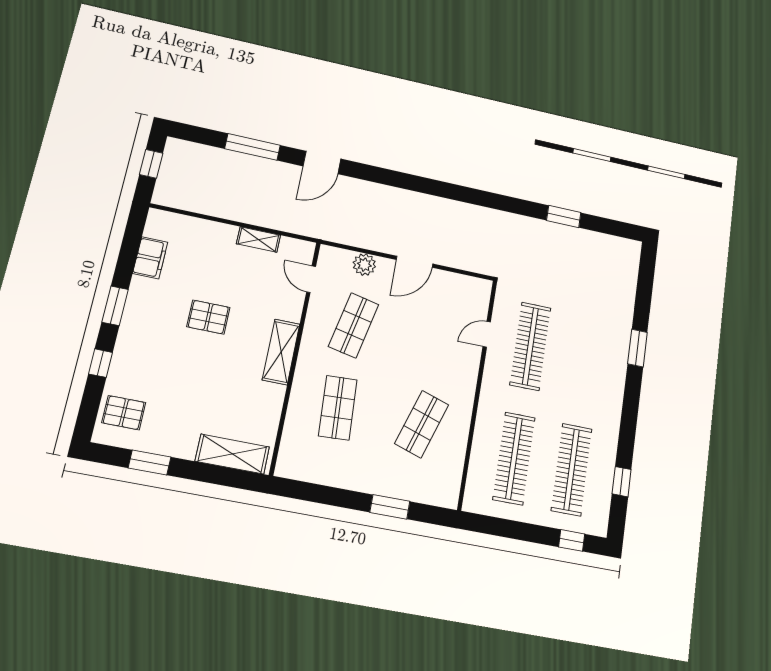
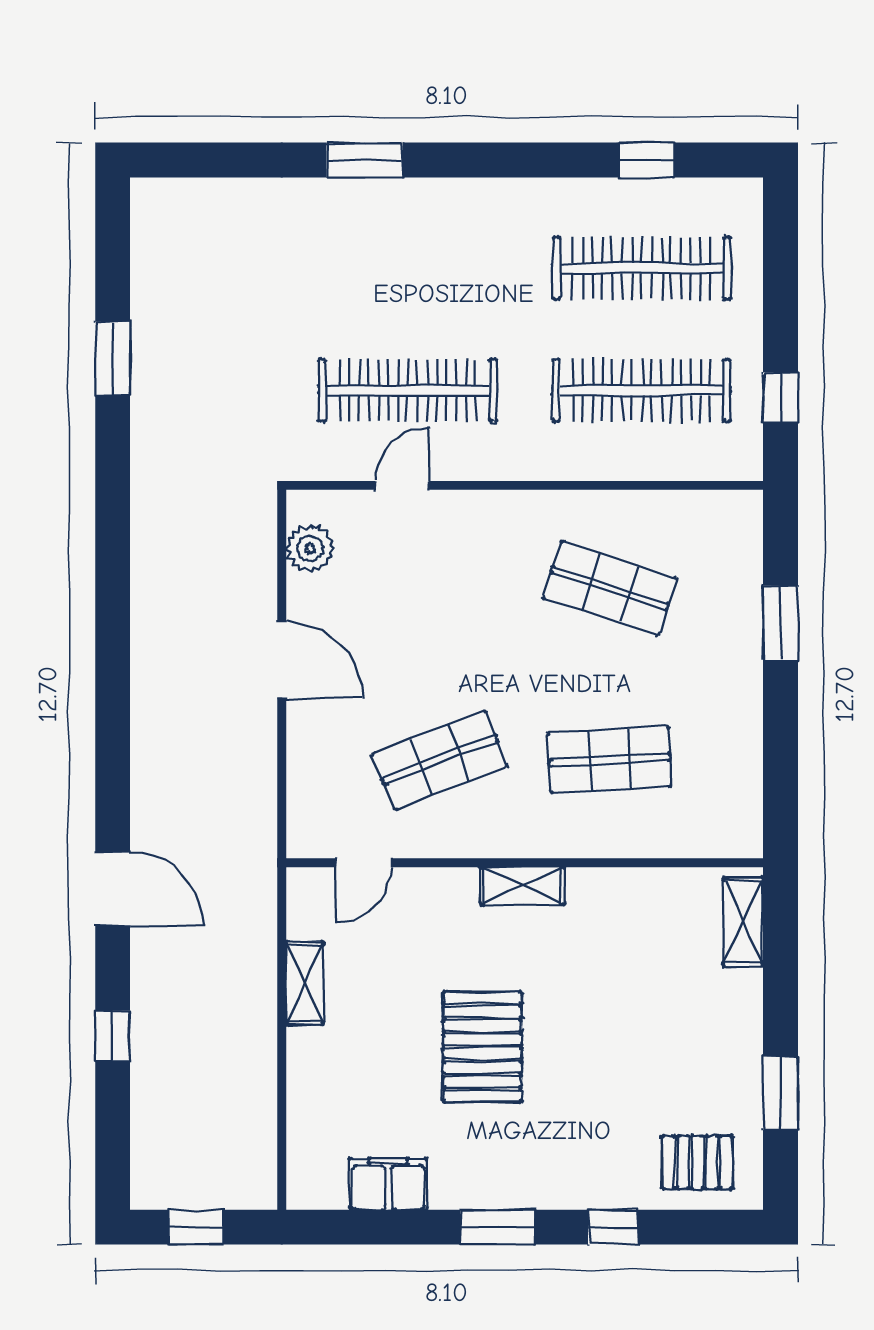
window: (253, 147) -> (113, 1036), width x0.46
plant: (364, 265) -> (310, 549), moved
pallet: (208, 317) -> (482, 1047), width x1.50, depth x1.42
shop shelf: (354, 325) -> (440, 760), turned -33
door: (487, 334) -> (402, 485), swing flipped
shelving: (281, 352) -> (522, 886), width x0.67, depth x0.75
pallet: (124, 413) -> (697, 1162), turned 90
shelving: (232, 454) -> (743, 922), width x0.67, depth x0.75
window: (572, 540) -> (781, 398), moved

